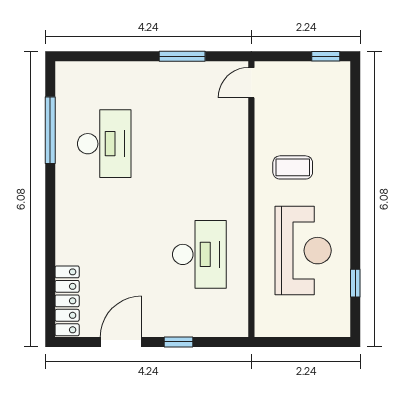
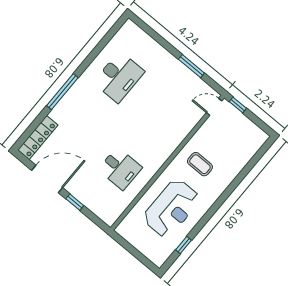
window: (326, 56) -> (238, 105), moved
window: (50, 130) -> (62, 92), moved
desk: (199, 254) -> (120, 168), width x0.73
door: (121, 342) -> (47, 179), width x1.36

